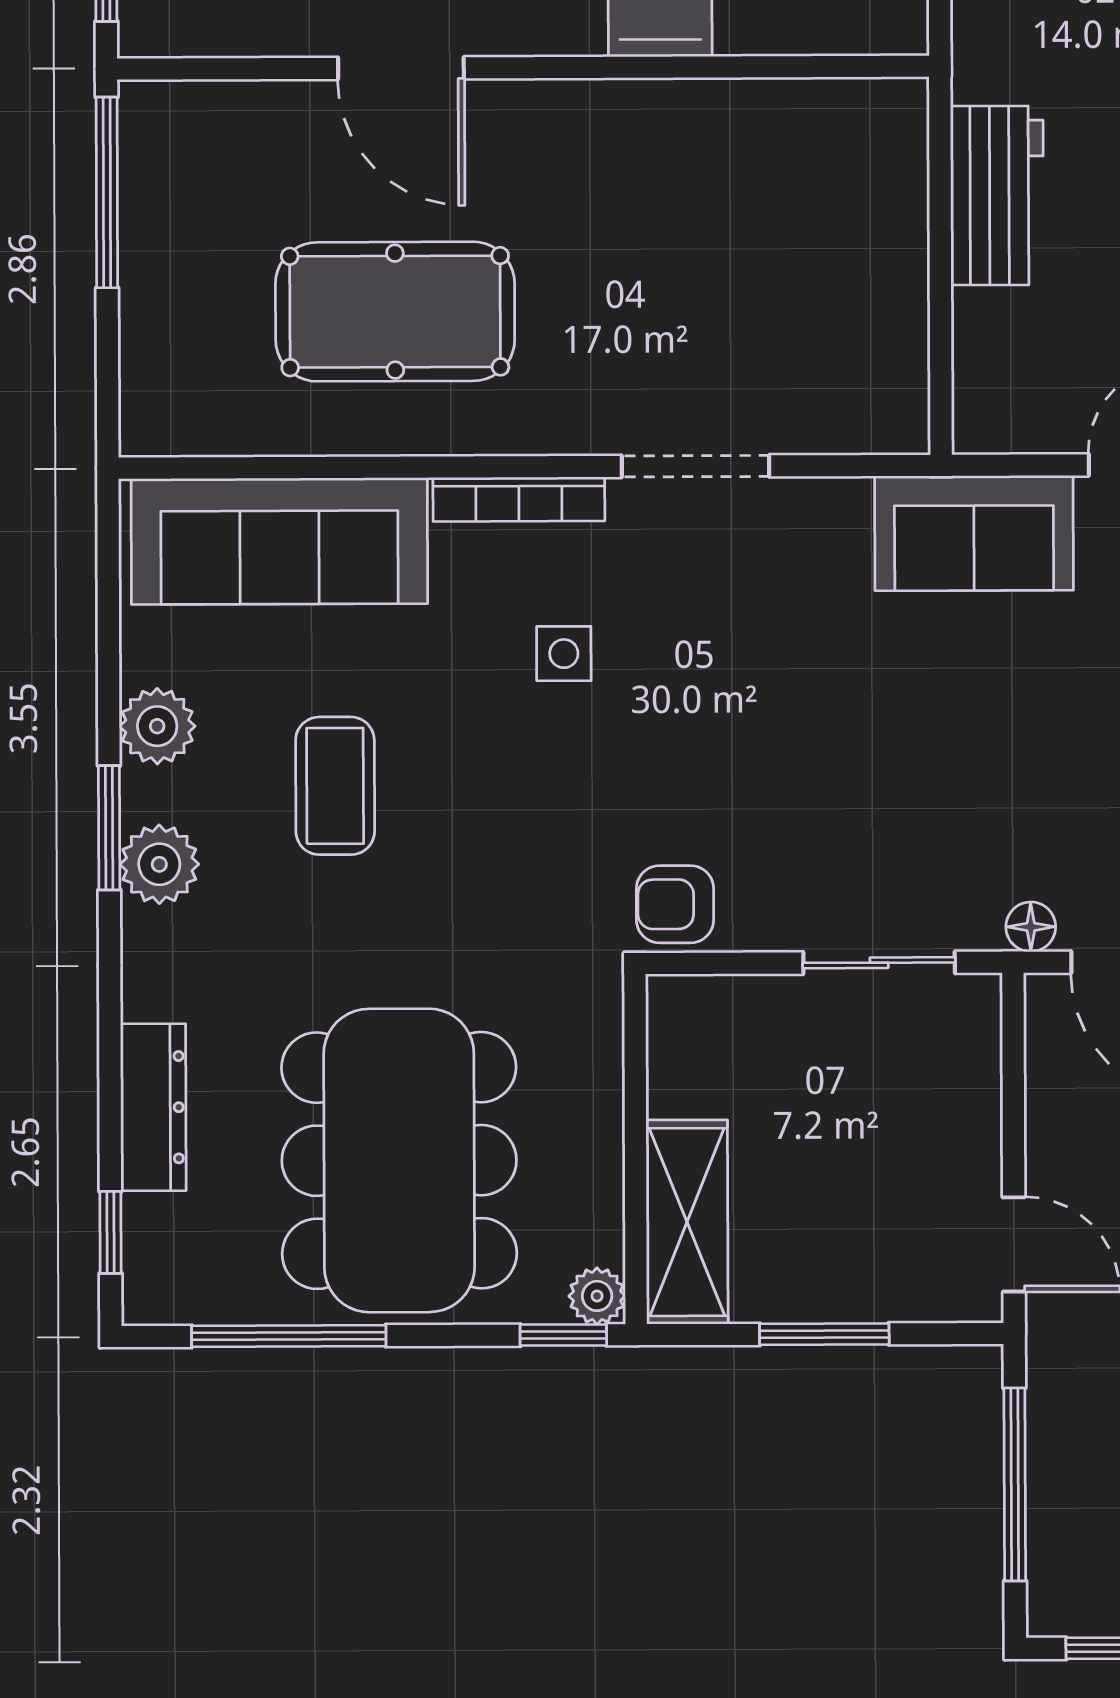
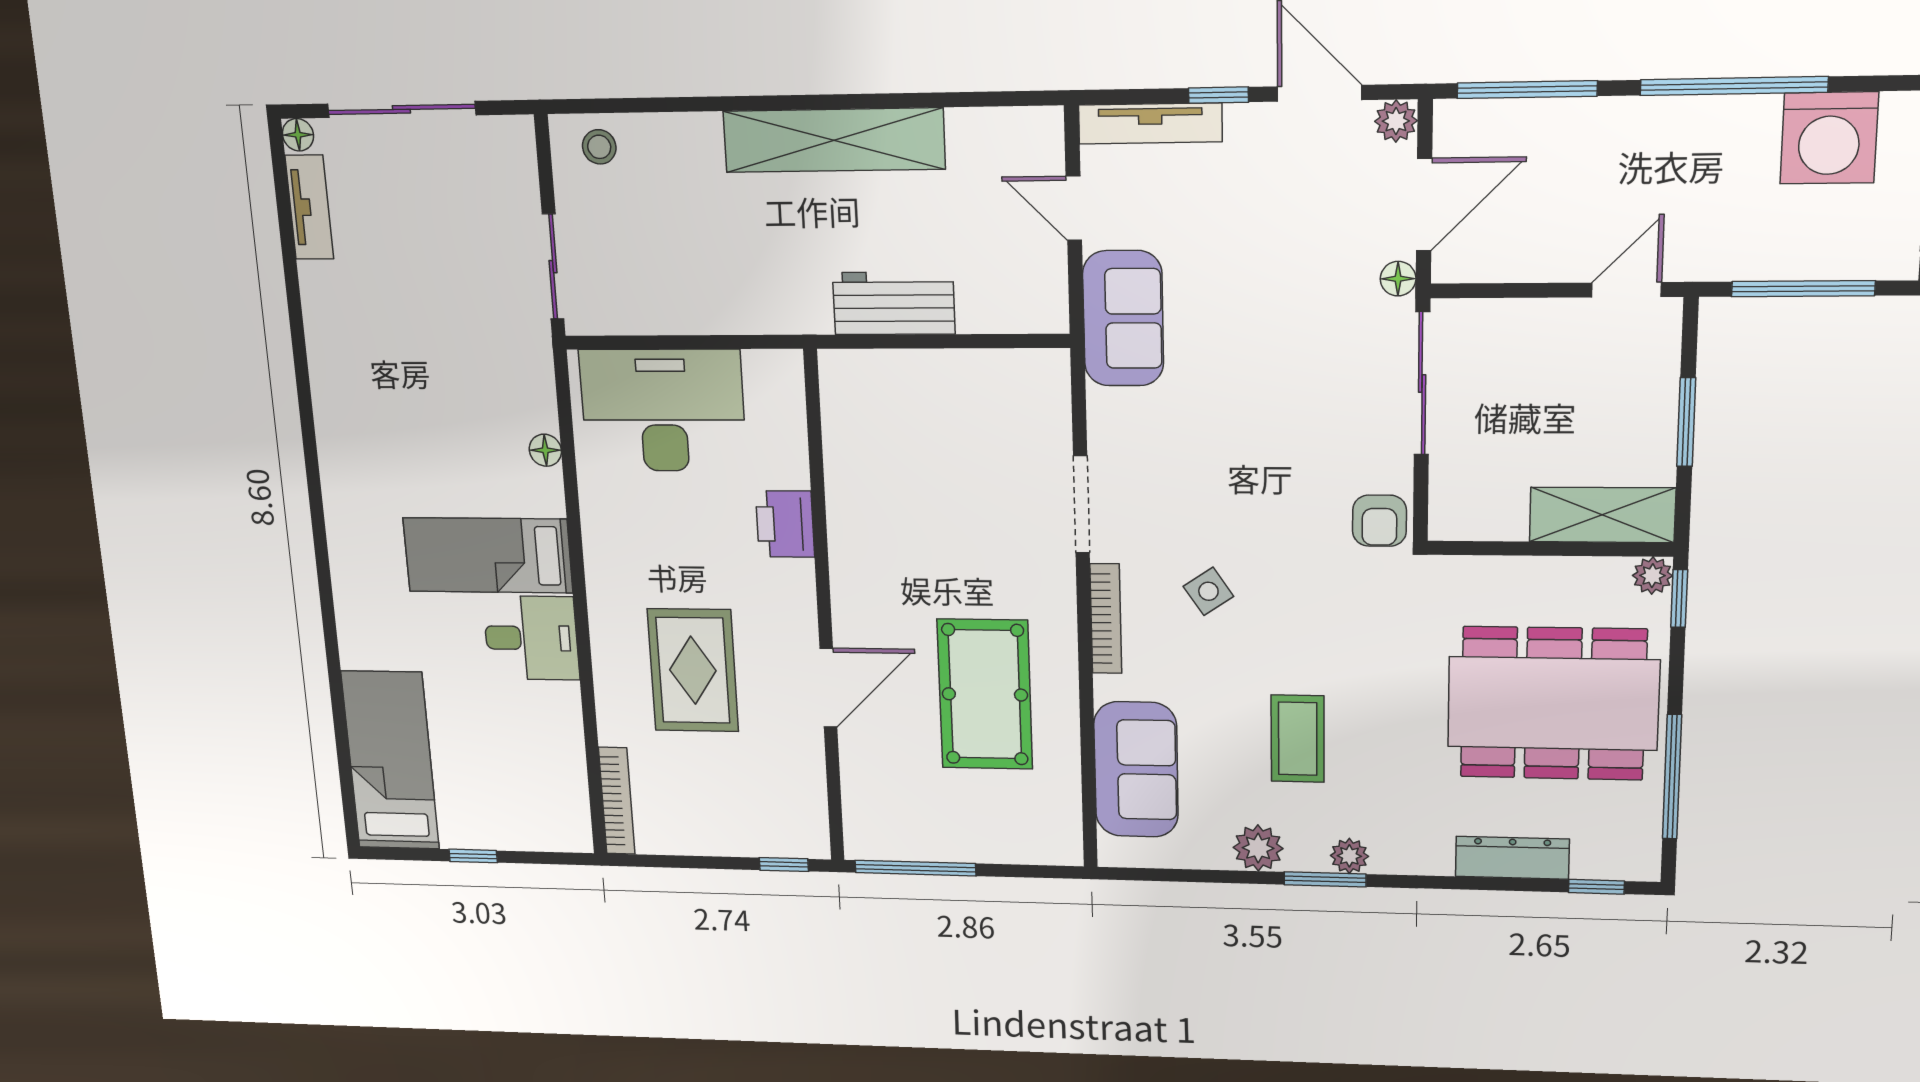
sofa: (279, 541) -> (1136, 770), width x0.73
side table: (564, 654) -> (1208, 591), turned -34
coffee table: (335, 786) -> (1298, 739), turned 90
plant: (159, 864) -> (1349, 856), width x0.73, depth x0.73
sliding door: (879, 963) -> (1422, 384), width x1.37

